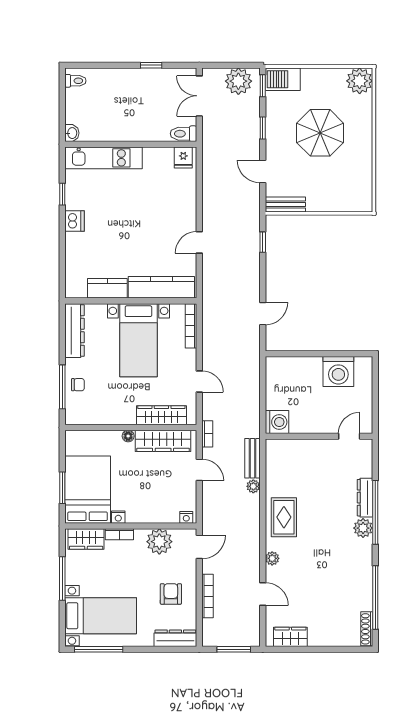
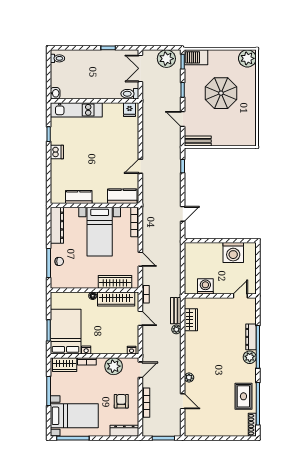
kitchen counter: (161, 287) -> (122, 196), width x0.67
washing machine: (277, 422) -> (205, 286), moved, turned -90
rug: (284, 517) -> (243, 396), moved
wardrobe: (290, 637) -> (191, 320), moved, turned 90

